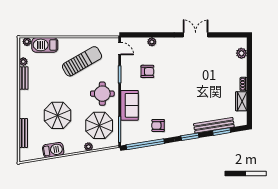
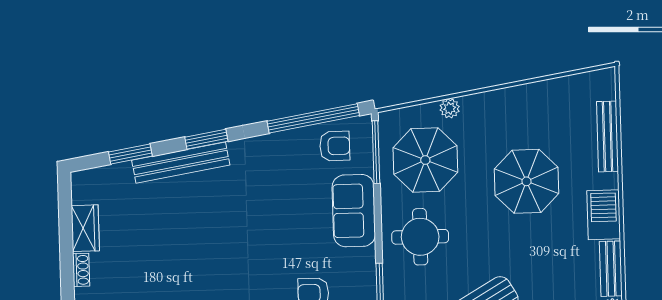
armchair: (158, 125) -> (335, 146), moved
bench: (214, 125) -> (181, 163), moved
barbecue: (53, 150) -> (604, 215), moved, turned 99

